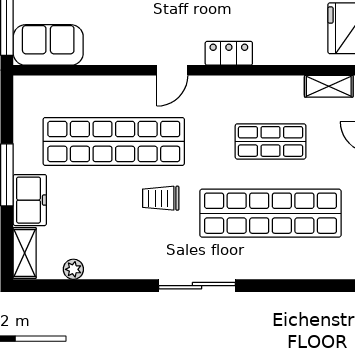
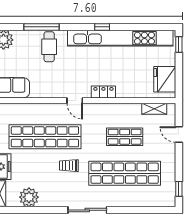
door: (172, 70) -> (75, 101), hinge flipped
plant: (73, 269) -> (29, 197), width x1.87, depth x1.87

